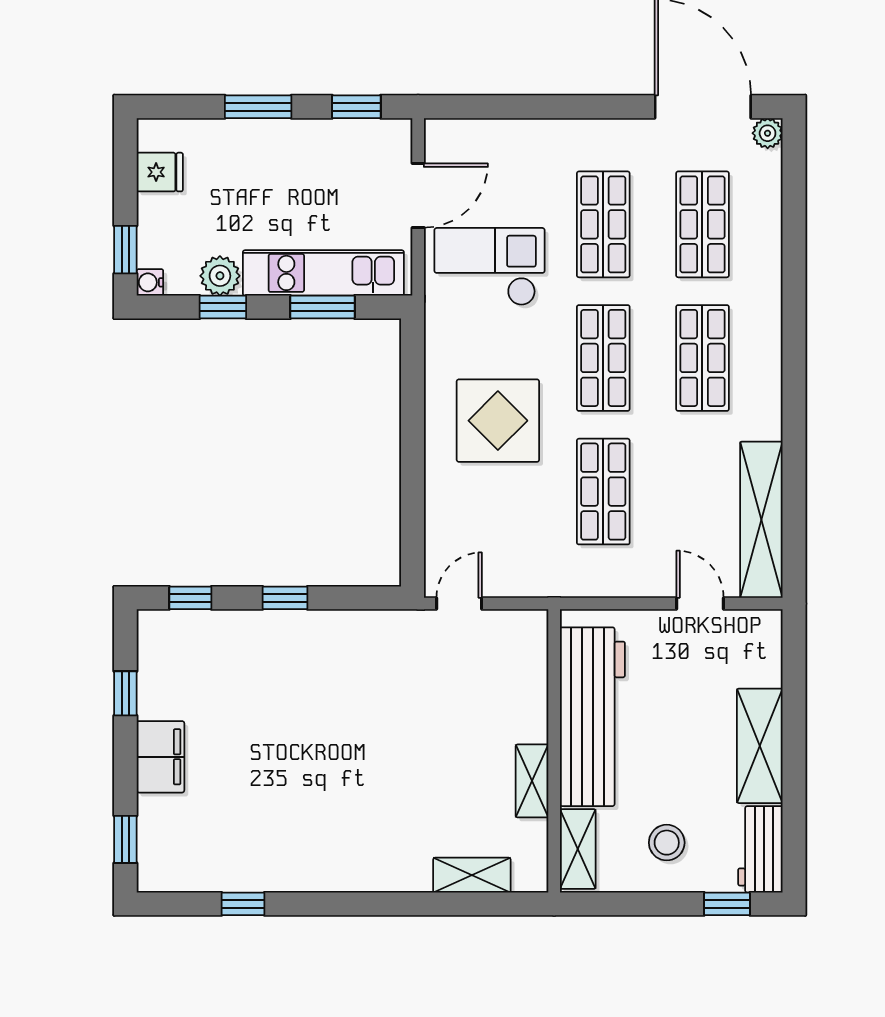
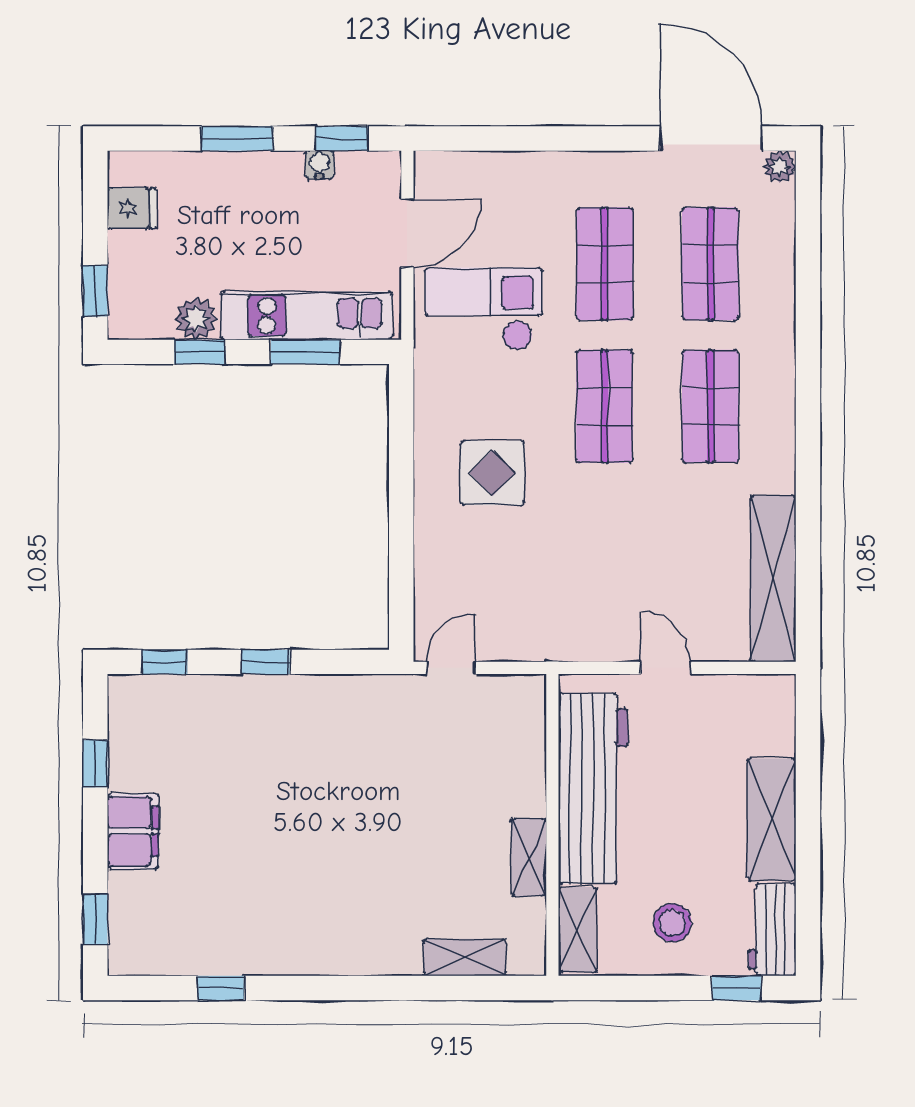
water cooler: (150, 282) -> (320, 165), moved, turned 90
display table: (498, 421) -> (492, 473), width x0.73, depth x0.73
shop shelf: (603, 492) -> (605, 549), removed
door: (700, 604) -> (665, 668), moved

